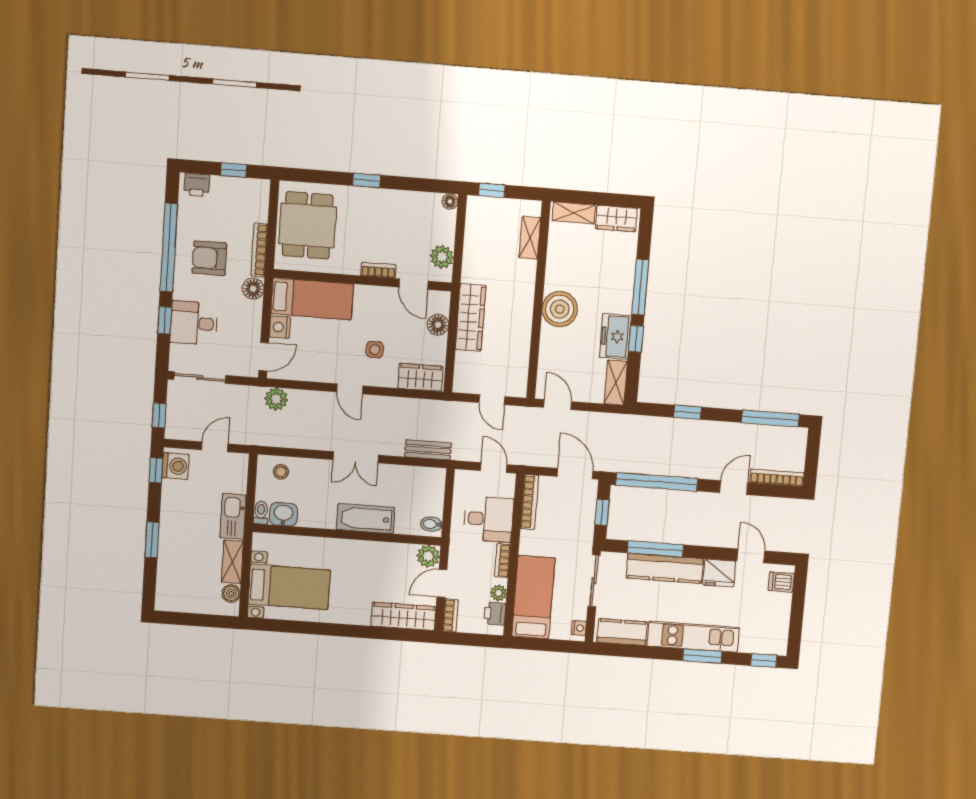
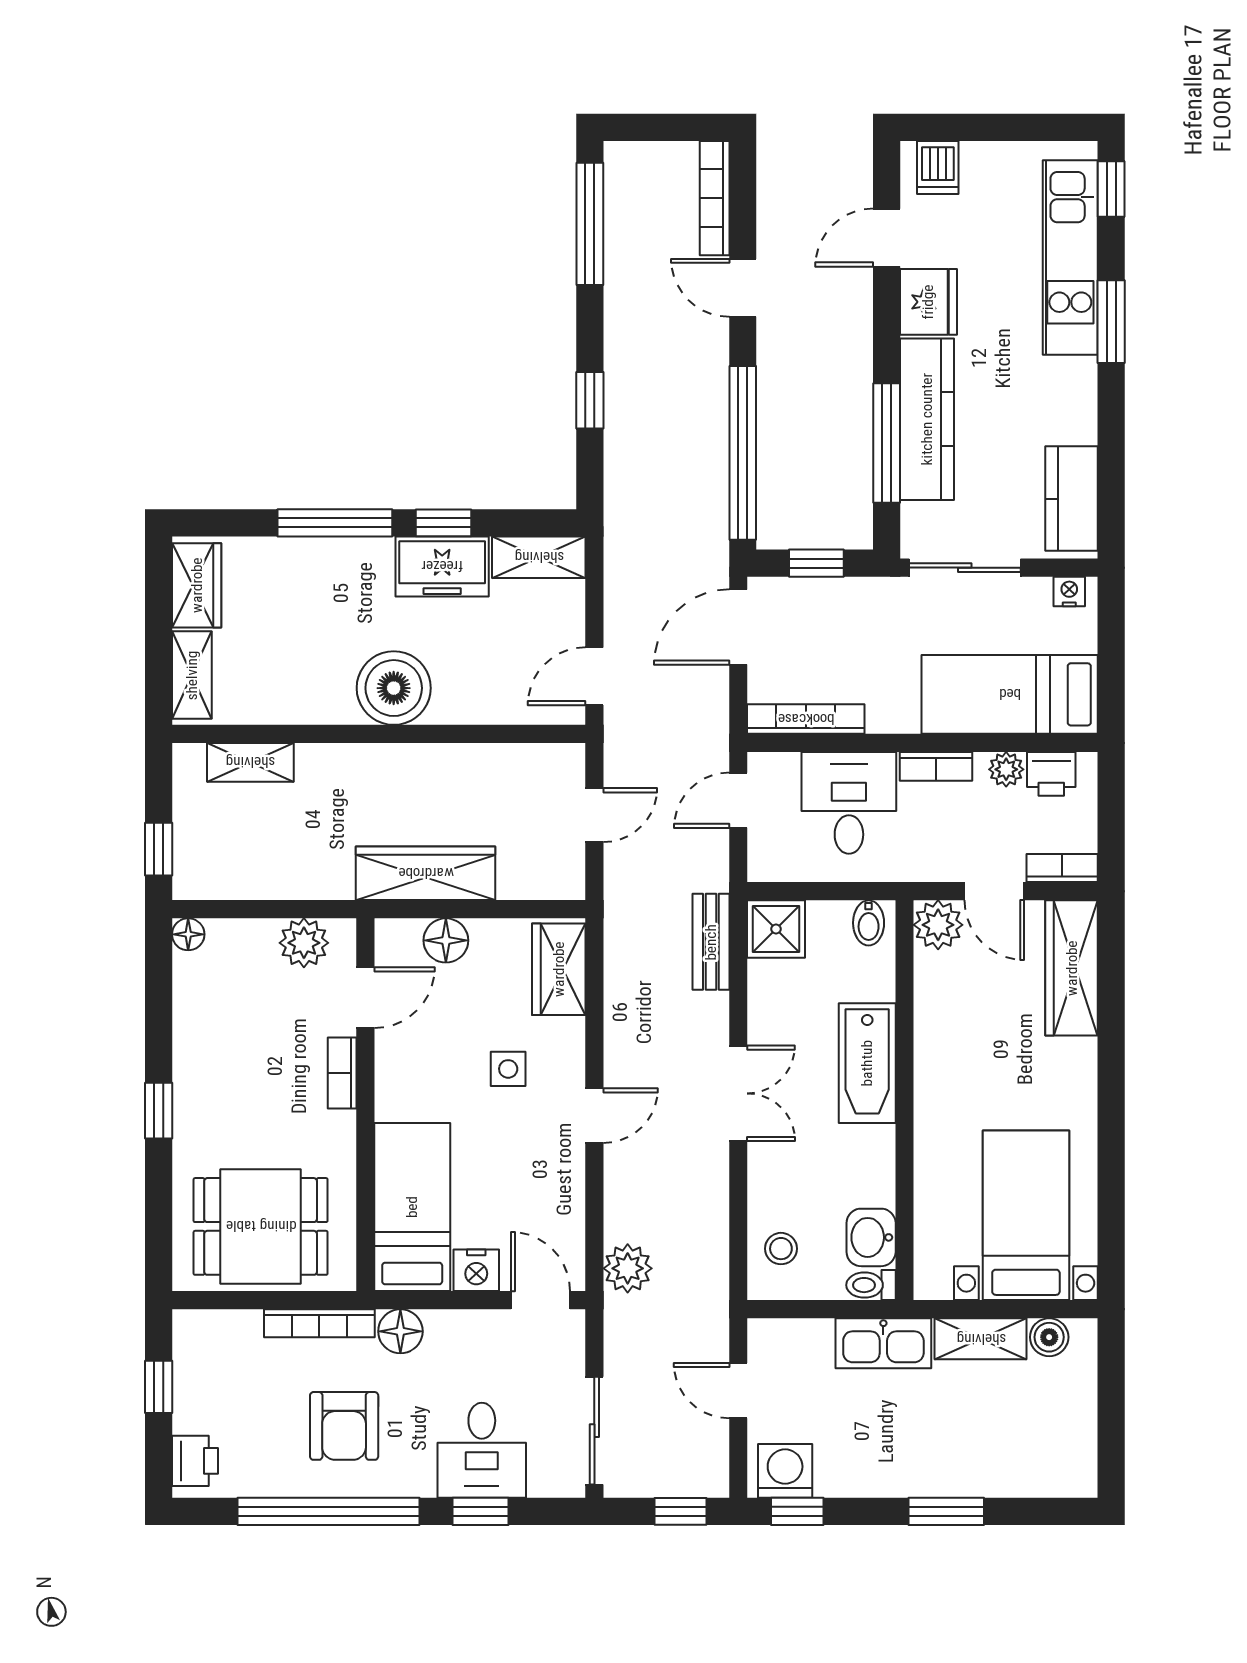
shower: (432, 481) -> (776, 929), added
kitchen unit: (693, 637) -> (1070, 257), moved

